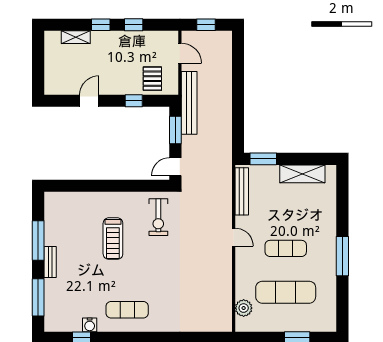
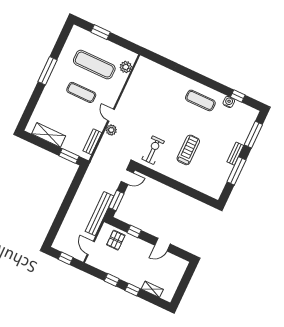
bench: (242, 191) -> (92, 142), width x0.73
plant: (224, 218) -> (111, 130), added

